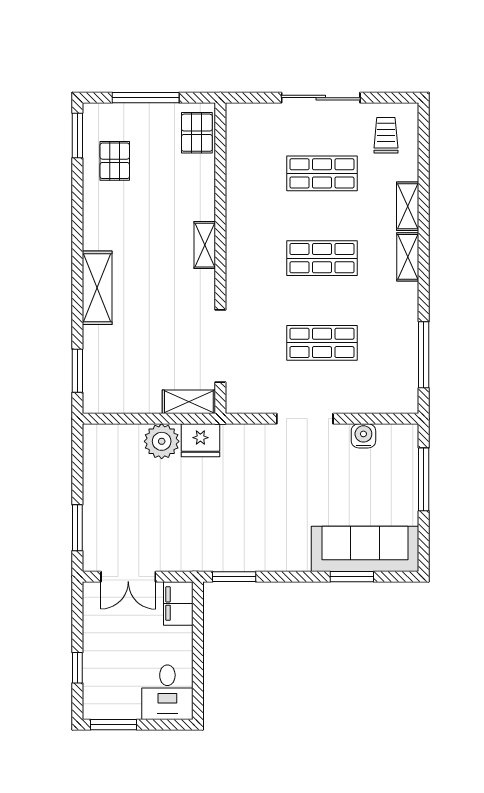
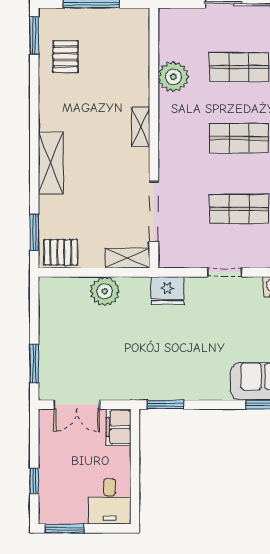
pallet: (197, 133) -> (61, 252), moved, turned 90
plant: (244, 185) -> (173, 77), added
doorway: (305, 419) -> (225, 272), width x0.73
fridge: (200, 440) -> (167, 290), moved

